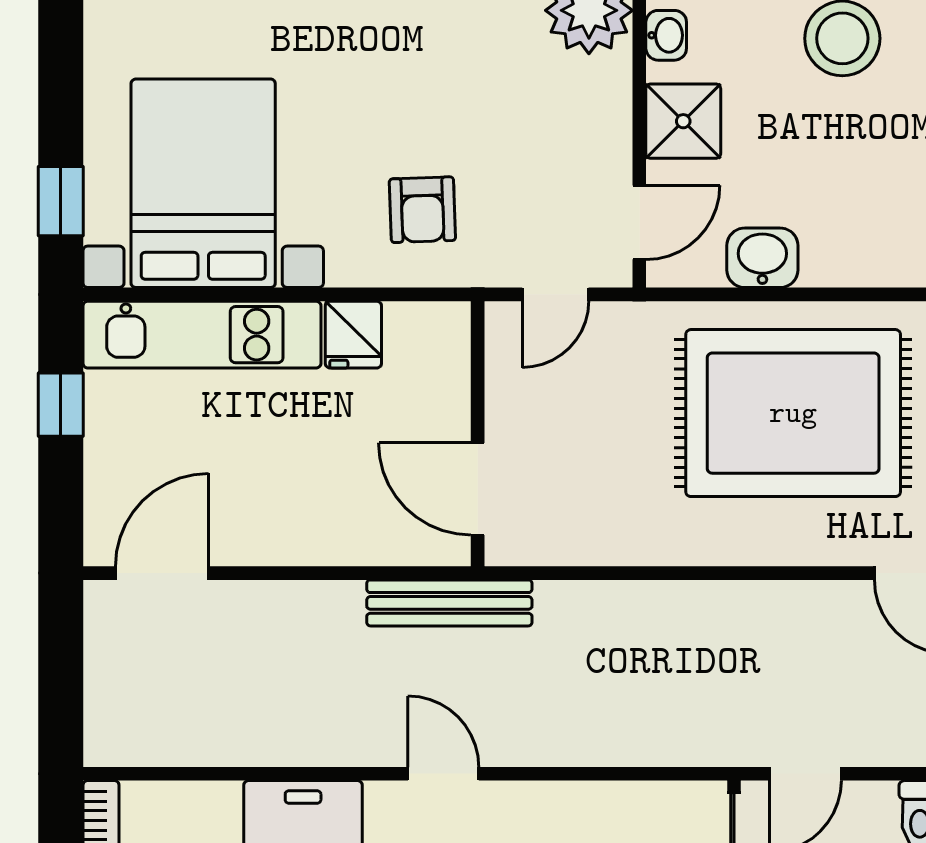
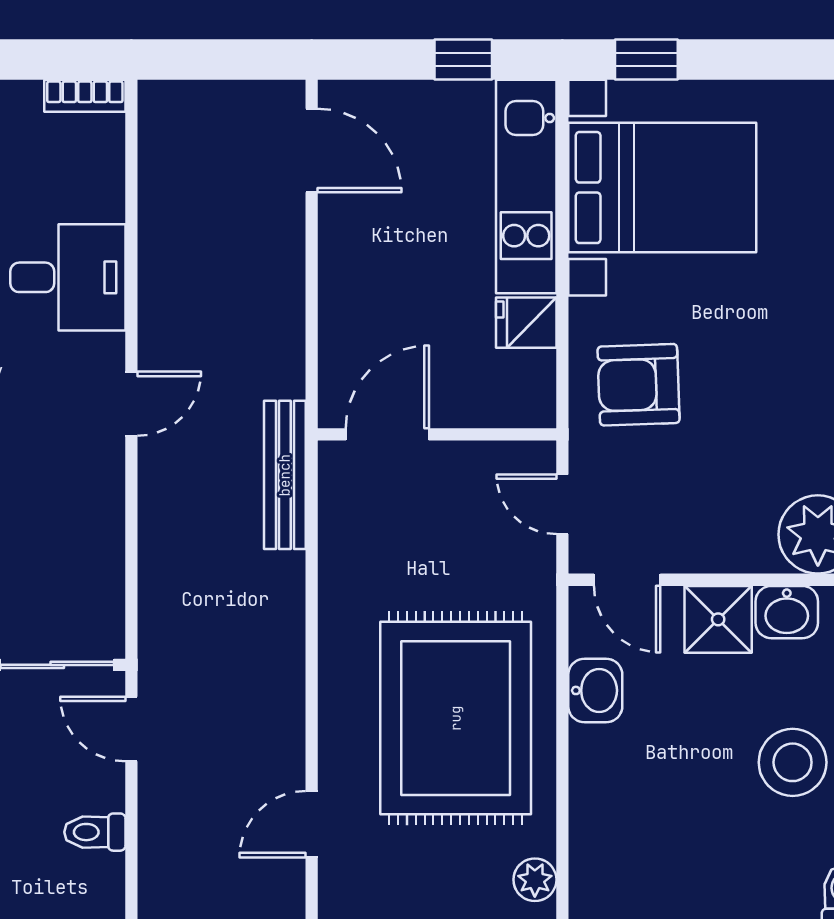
washbasin: (666, 35) -> (787, 612), width x1.38, depth x1.45
armchair: (422, 210) -> (639, 385), width x1.38, depth x1.38
bench: (449, 603) -> (285, 475), moved

